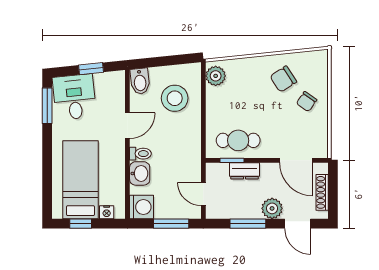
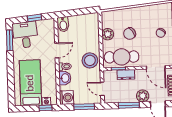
plant: (216, 76) -> (108, 34), moved
chair: (283, 79) -> (130, 34), moved
stool: (175, 98) -> (90, 60), moved
cafe table: (238, 140) -> (122, 57), width x1.37, depth x1.35
window: (81, 224) -> (46, 108), moved

